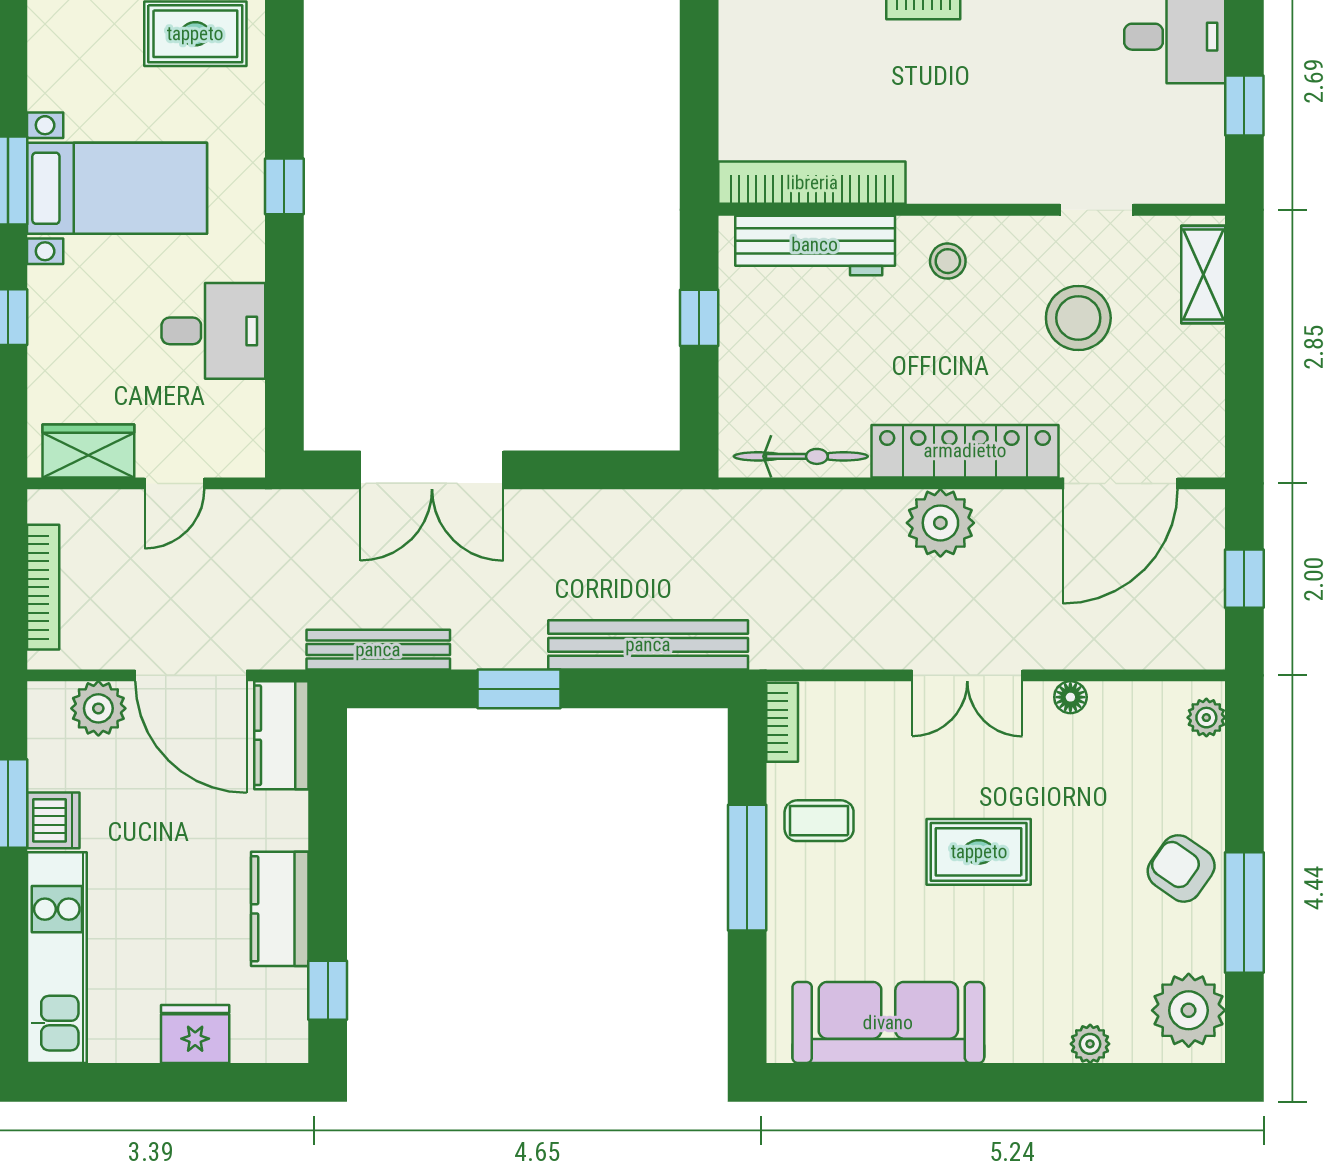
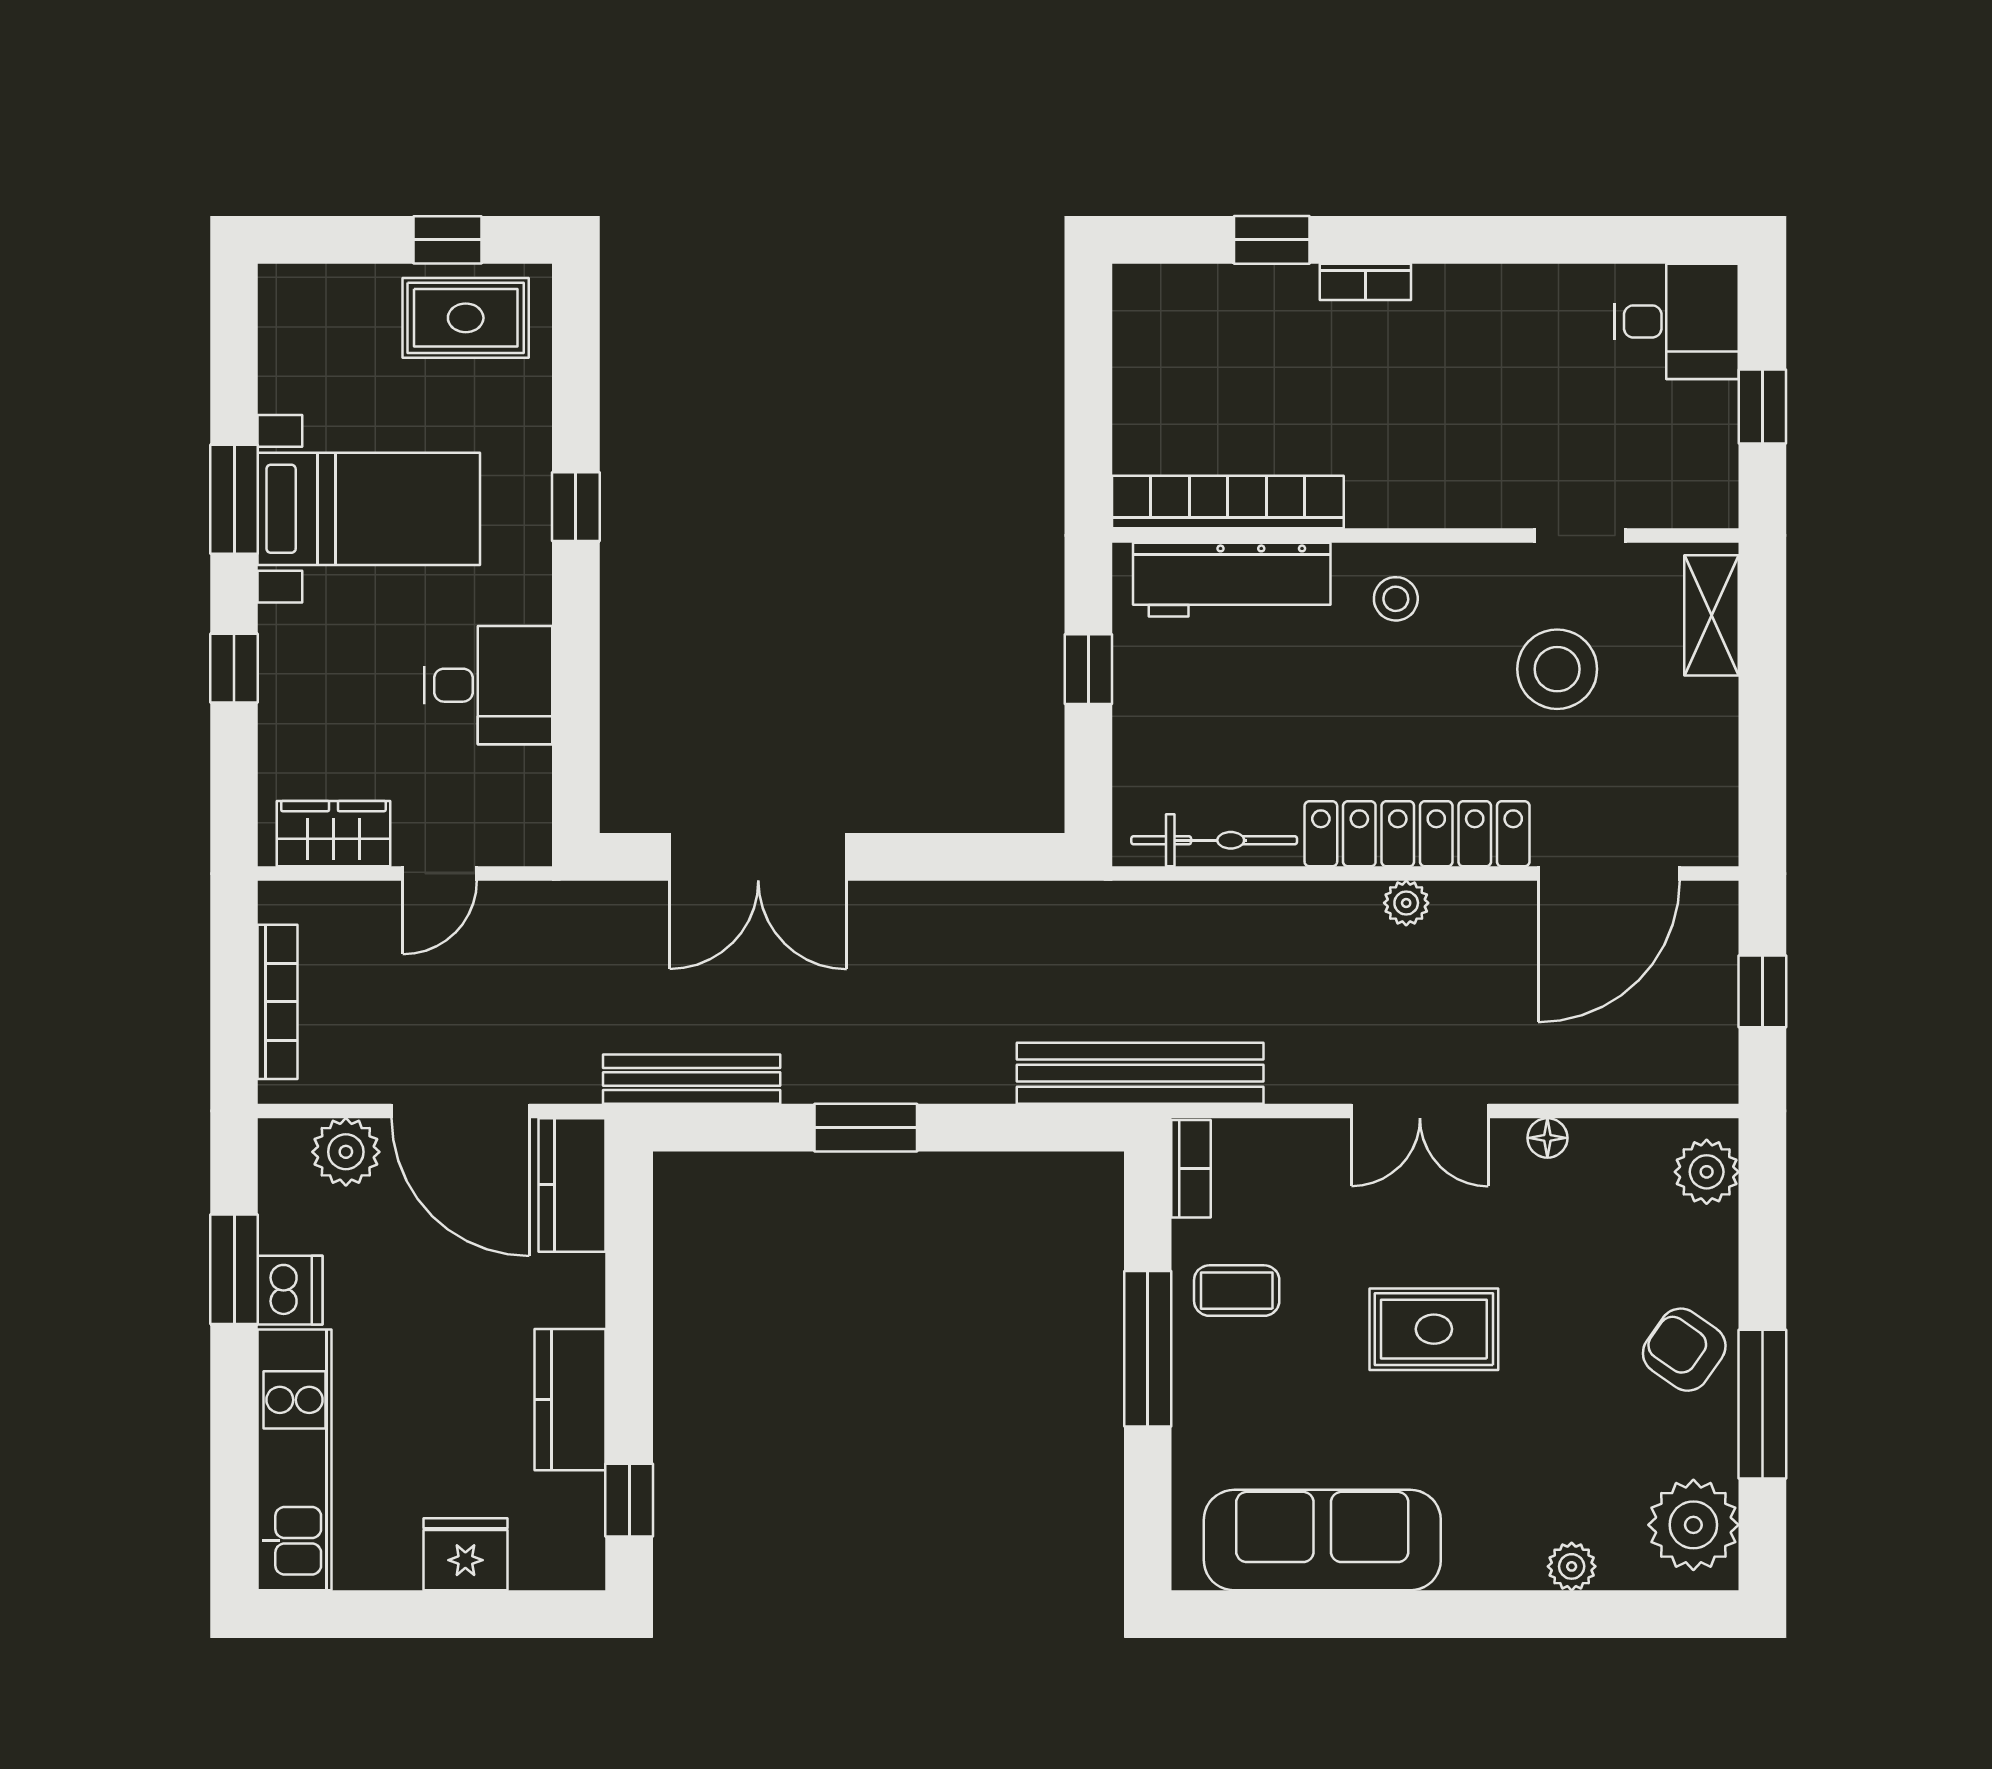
plant: (940, 523) -> (1406, 903), width x0.53, depth x0.53
bench: (648, 645) -> (1140, 1073), moved
plant: (1206, 718) -> (1707, 1172), width x1.38, depth x1.38

